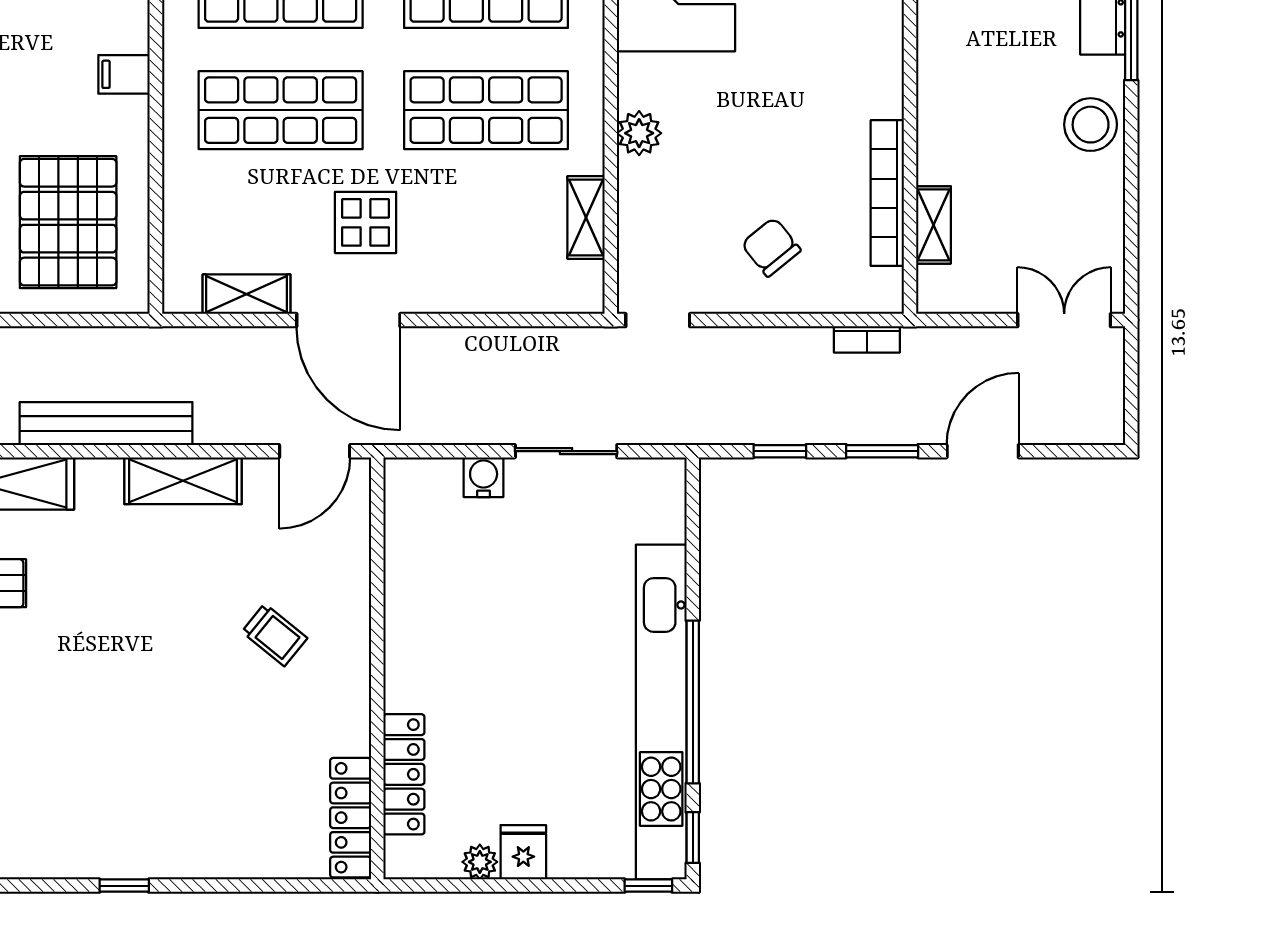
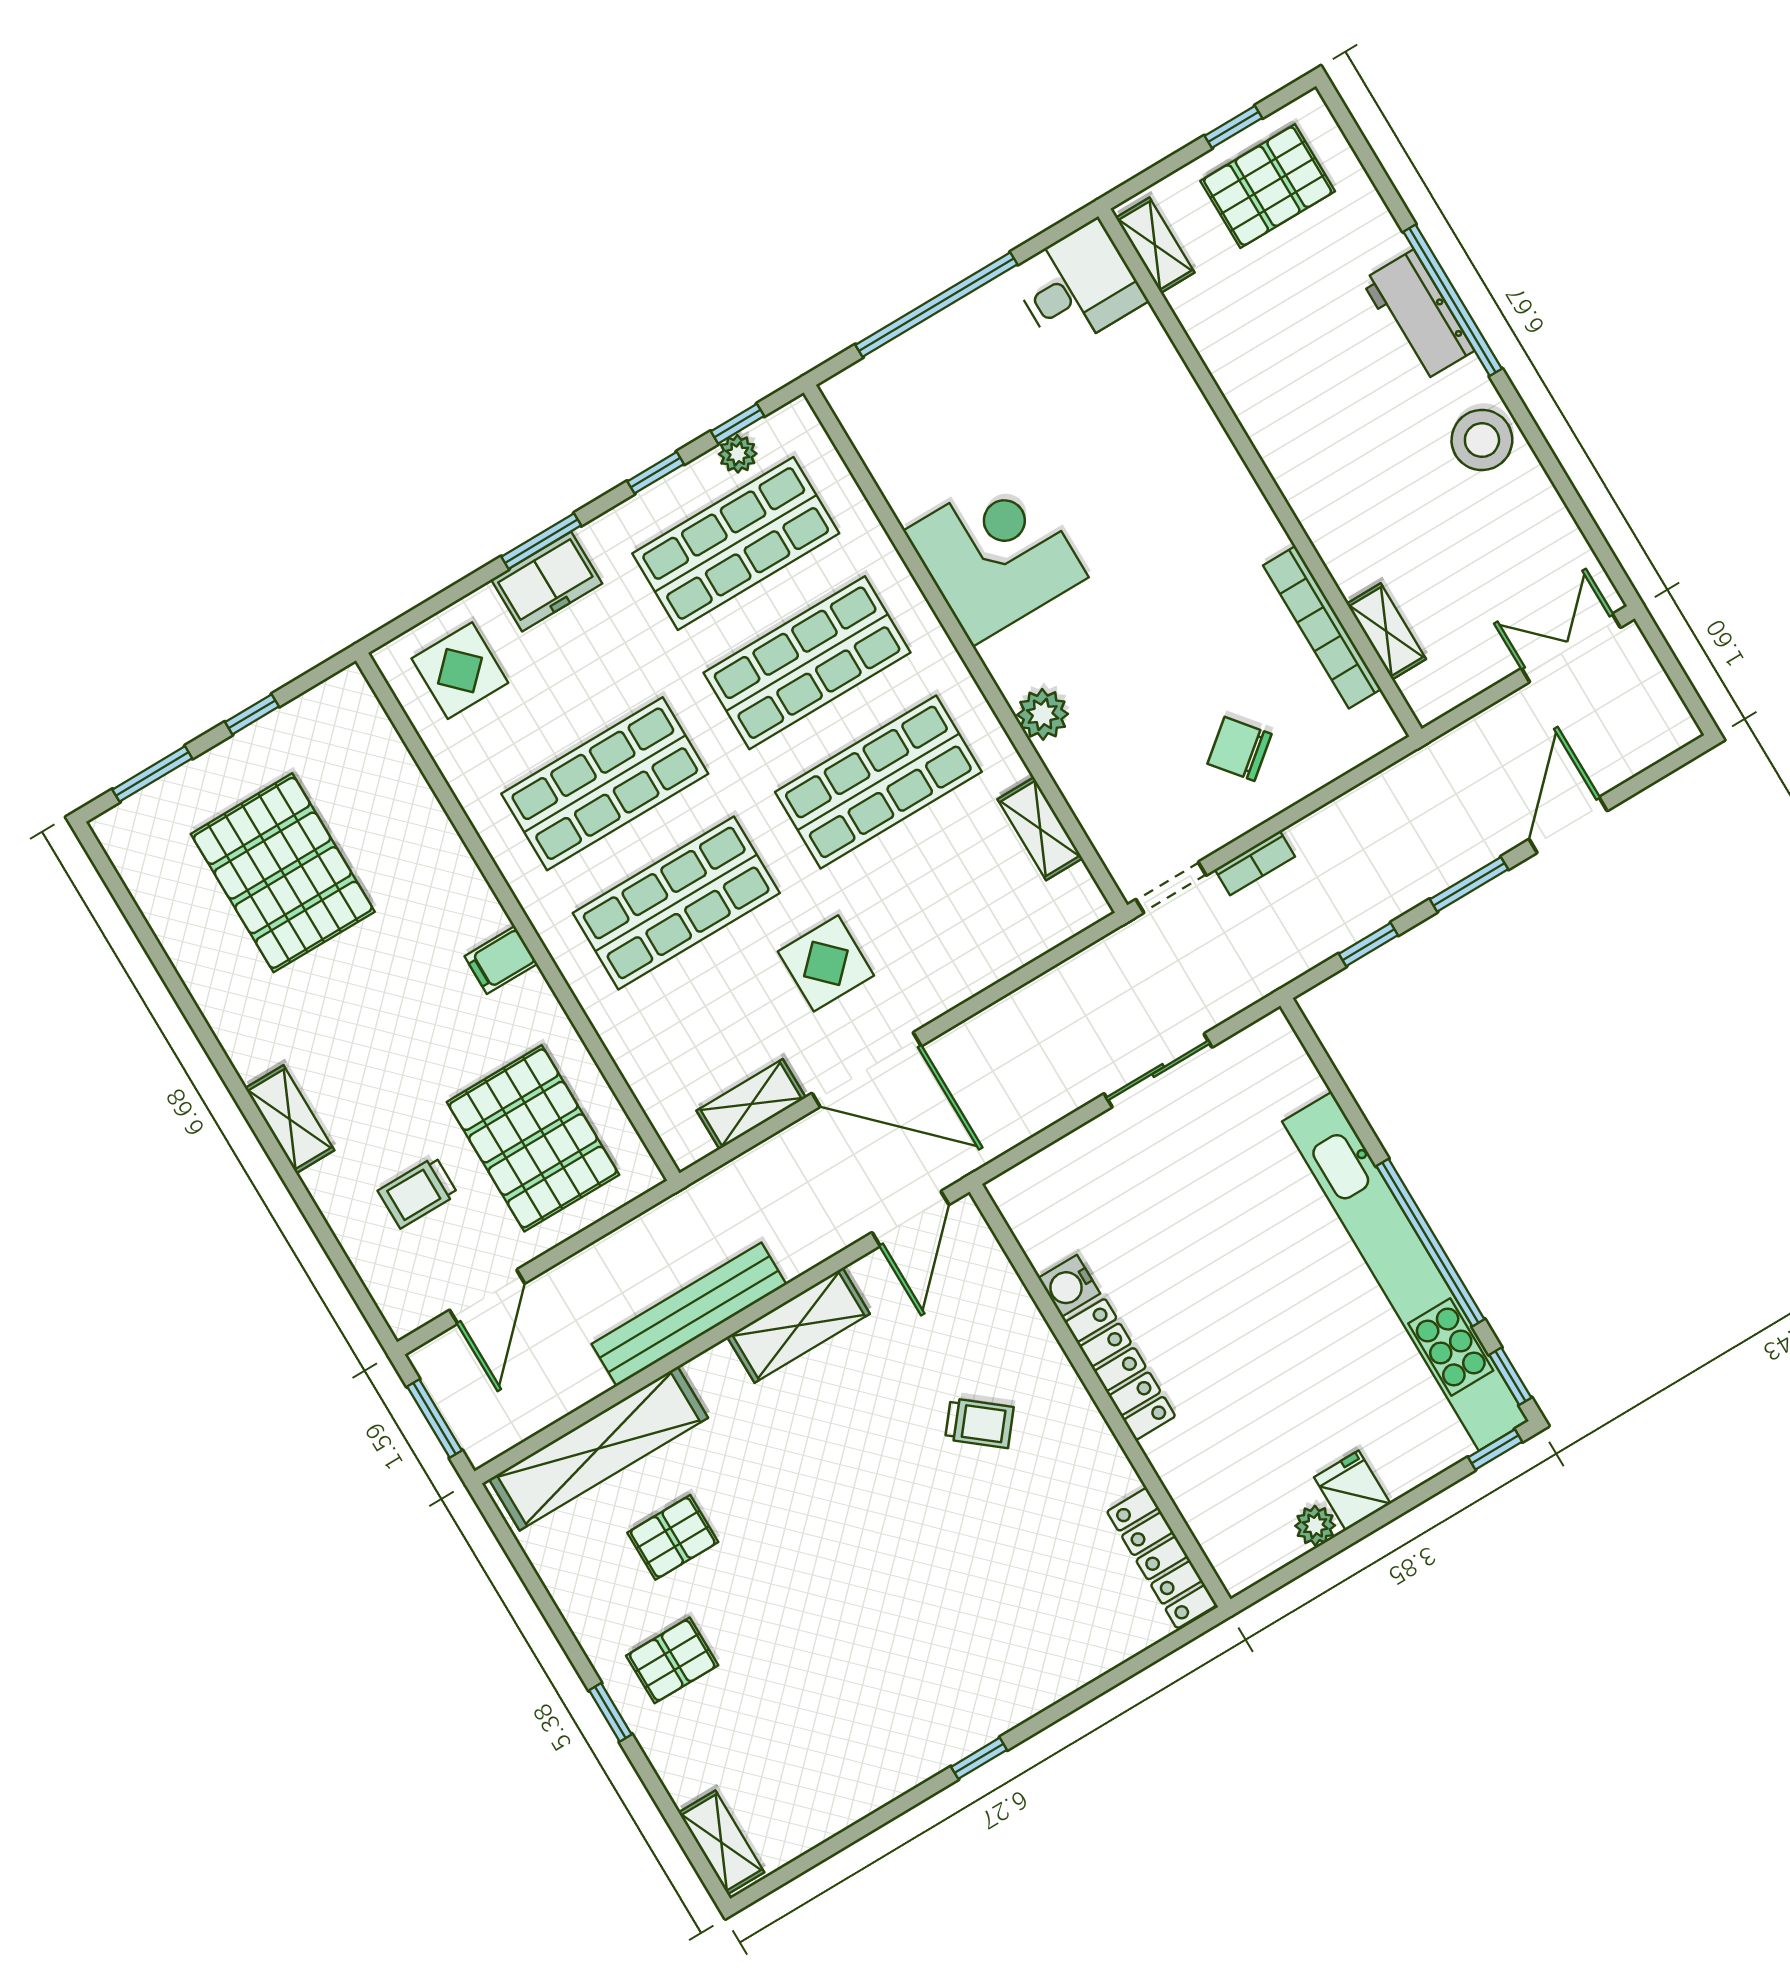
bookcase: (867, 339) -> (1255, 863), moved
water cooler: (484, 477) -> (1069, 1286), moved, turned -90
locker: (404, 774) -> (1120, 1369), moved

